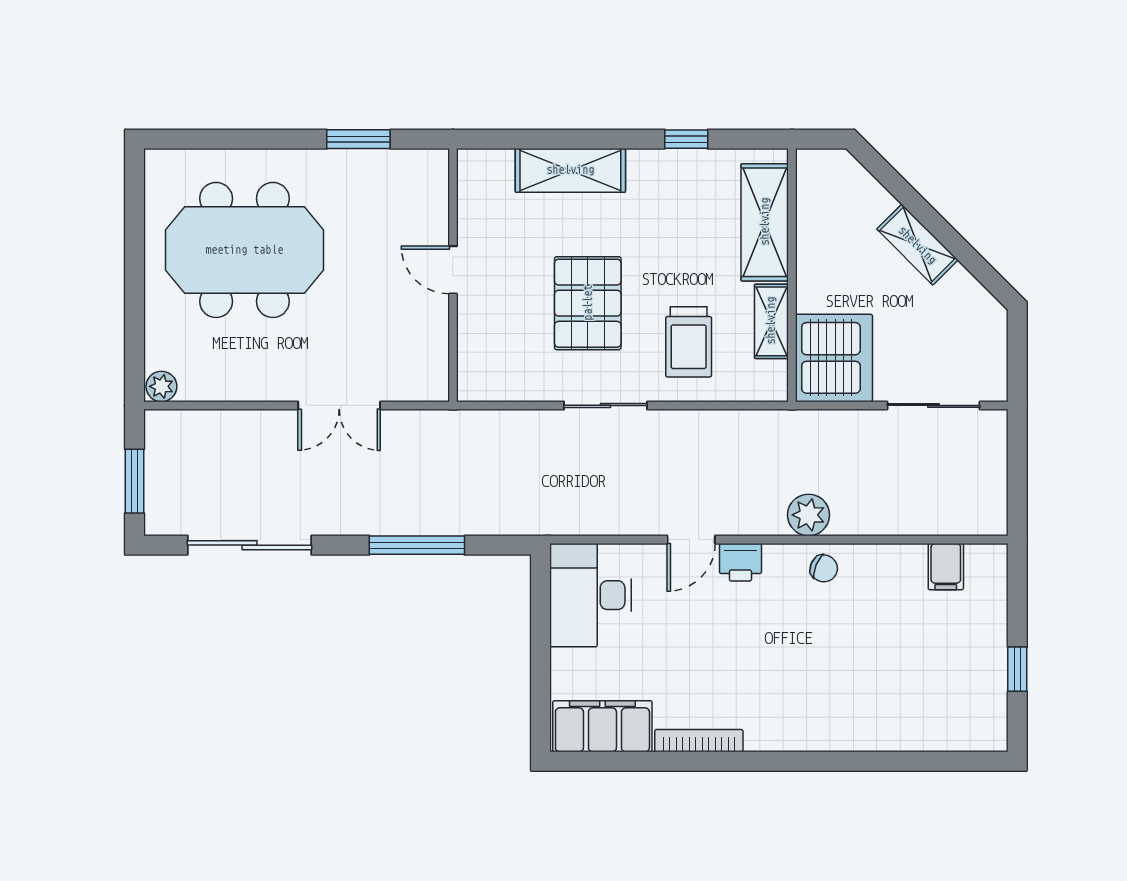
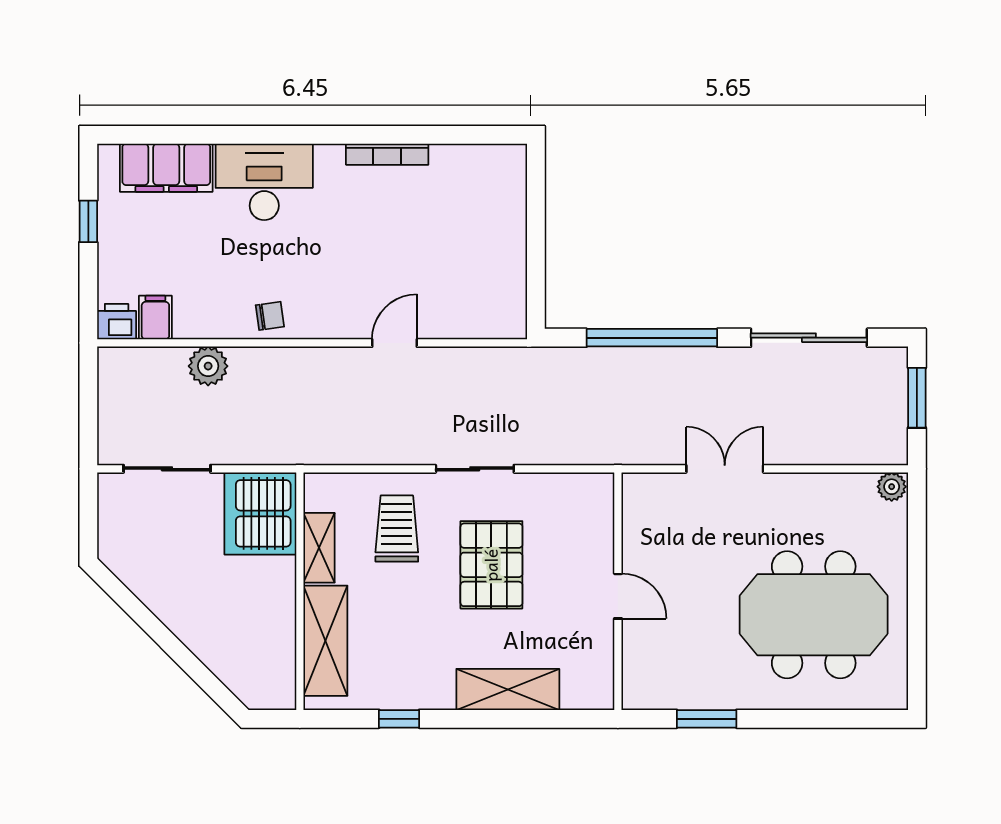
shelving: (917, 245) -> (182, 620), removed
plant: (809, 515) -> (208, 366), moved
window: (417, 545) -> (652, 338), width x1.46
printer: (740, 562) -> (117, 322), moved
chair: (824, 568) -> (270, 316), turned 150
desk: (591, 595) -> (264, 182), moved, turned -90
filing cabinet: (602, 726) -> (166, 168), moved

